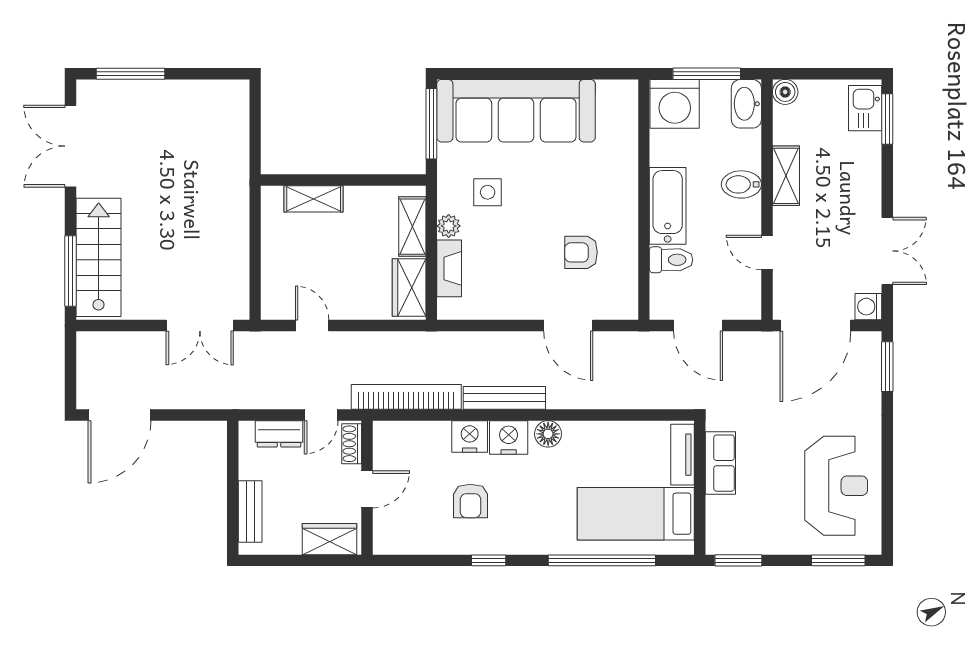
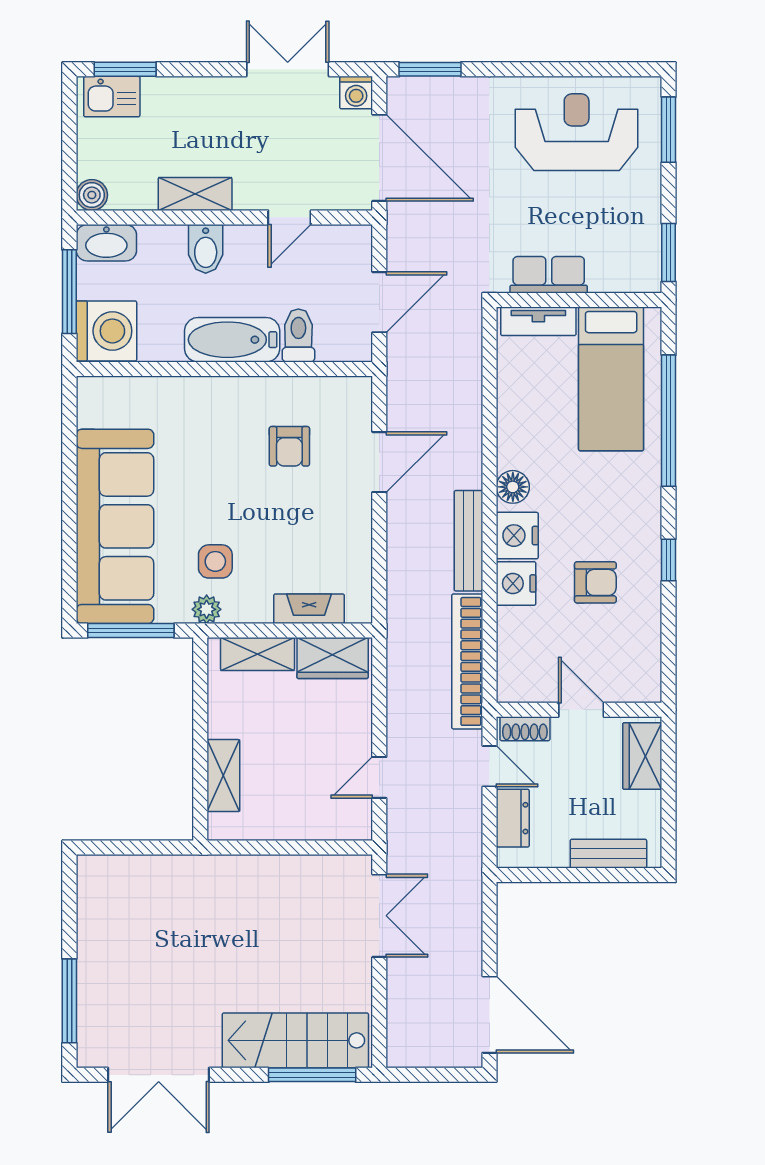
plant: (449, 226) -> (207, 609), moved

